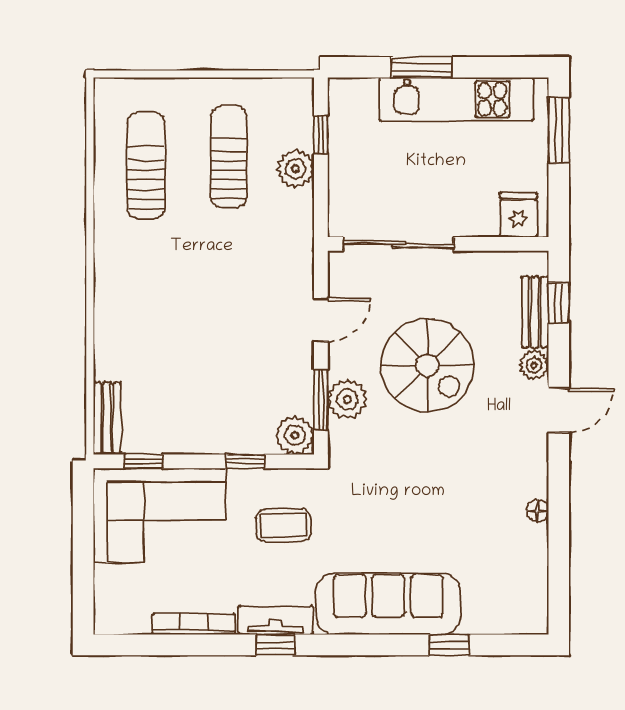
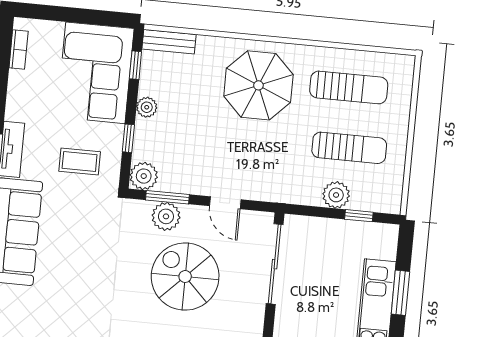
parasol: (155, 290) -> (258, 85), added
spiral stairs: (427, 365) -> (185, 277), turned 90
plant: (200, 440) -> (147, 107), added
coffee table: (284, 525) -> (80, 162), turned 90
bookcase: (194, 624) -> (19, 50), moved, width x0.64

